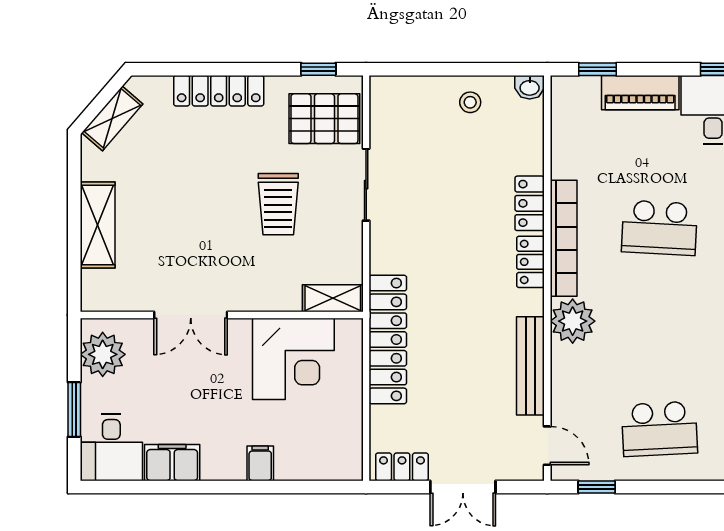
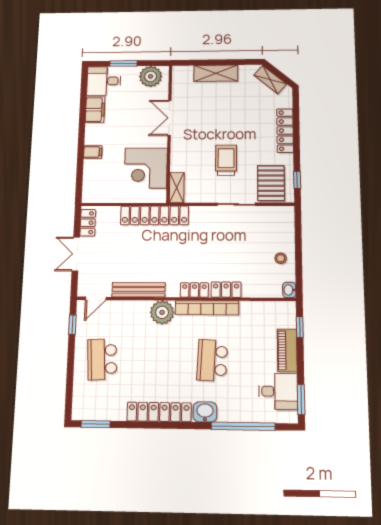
trolley: (278, 204) -> (226, 160), turned 90

